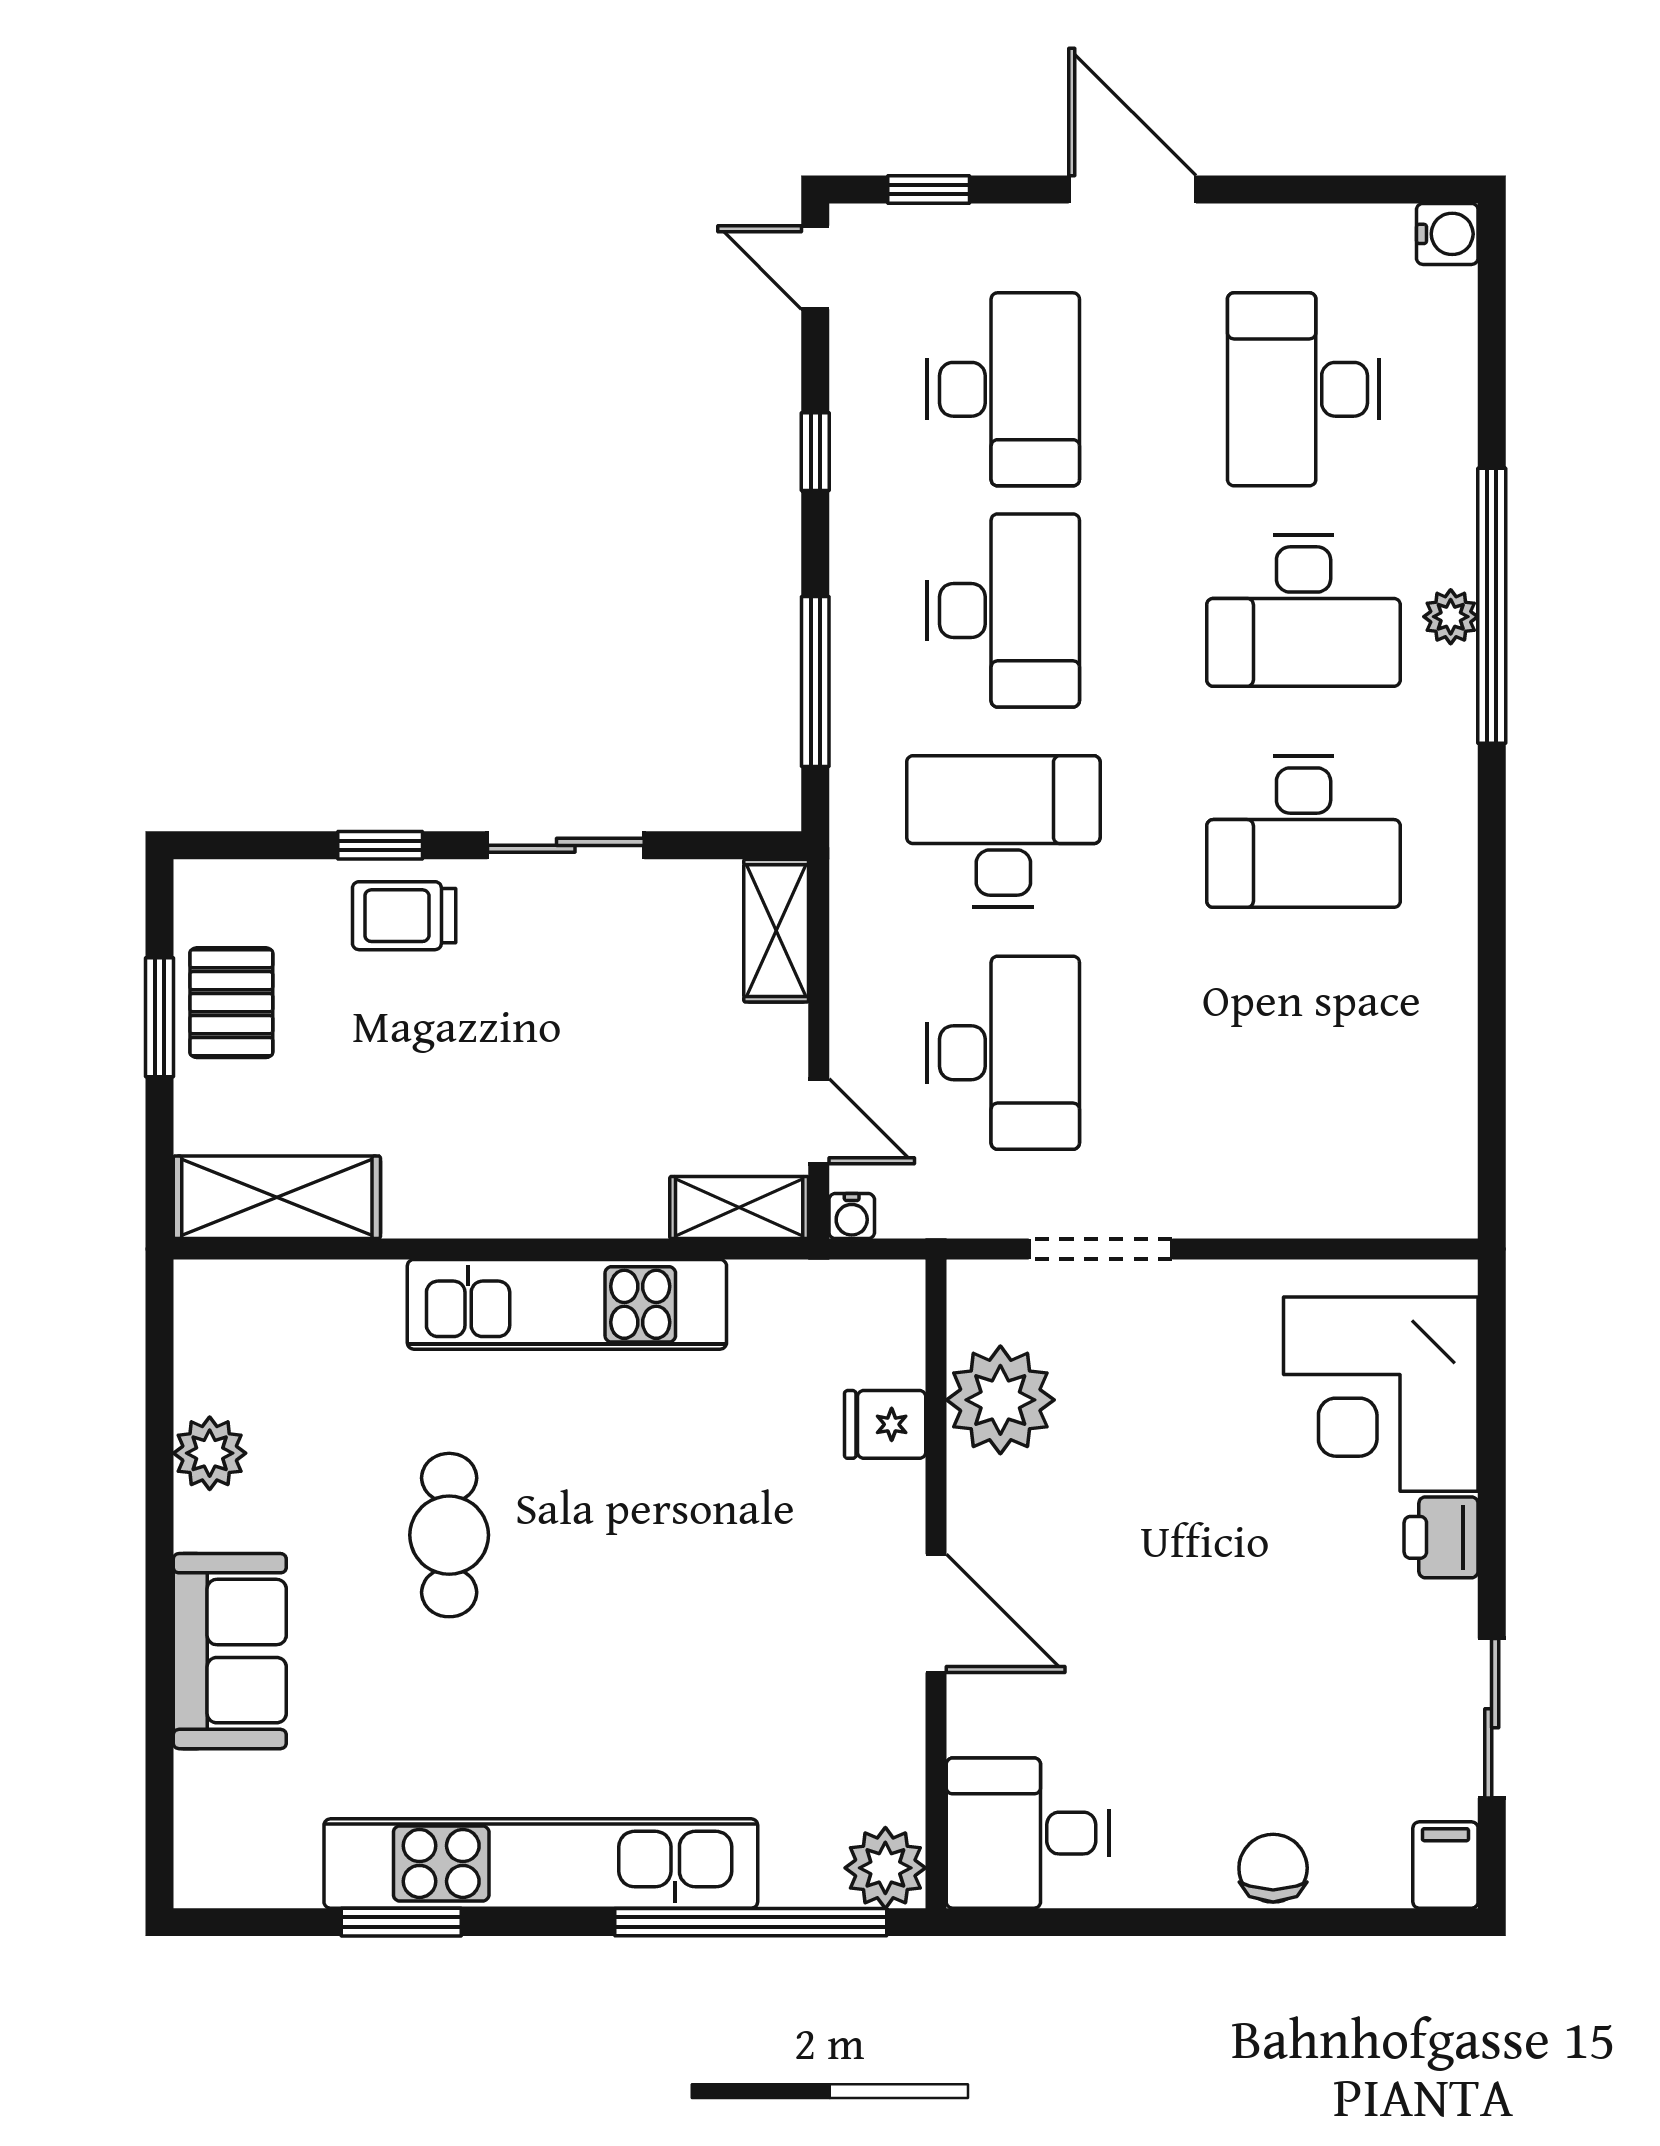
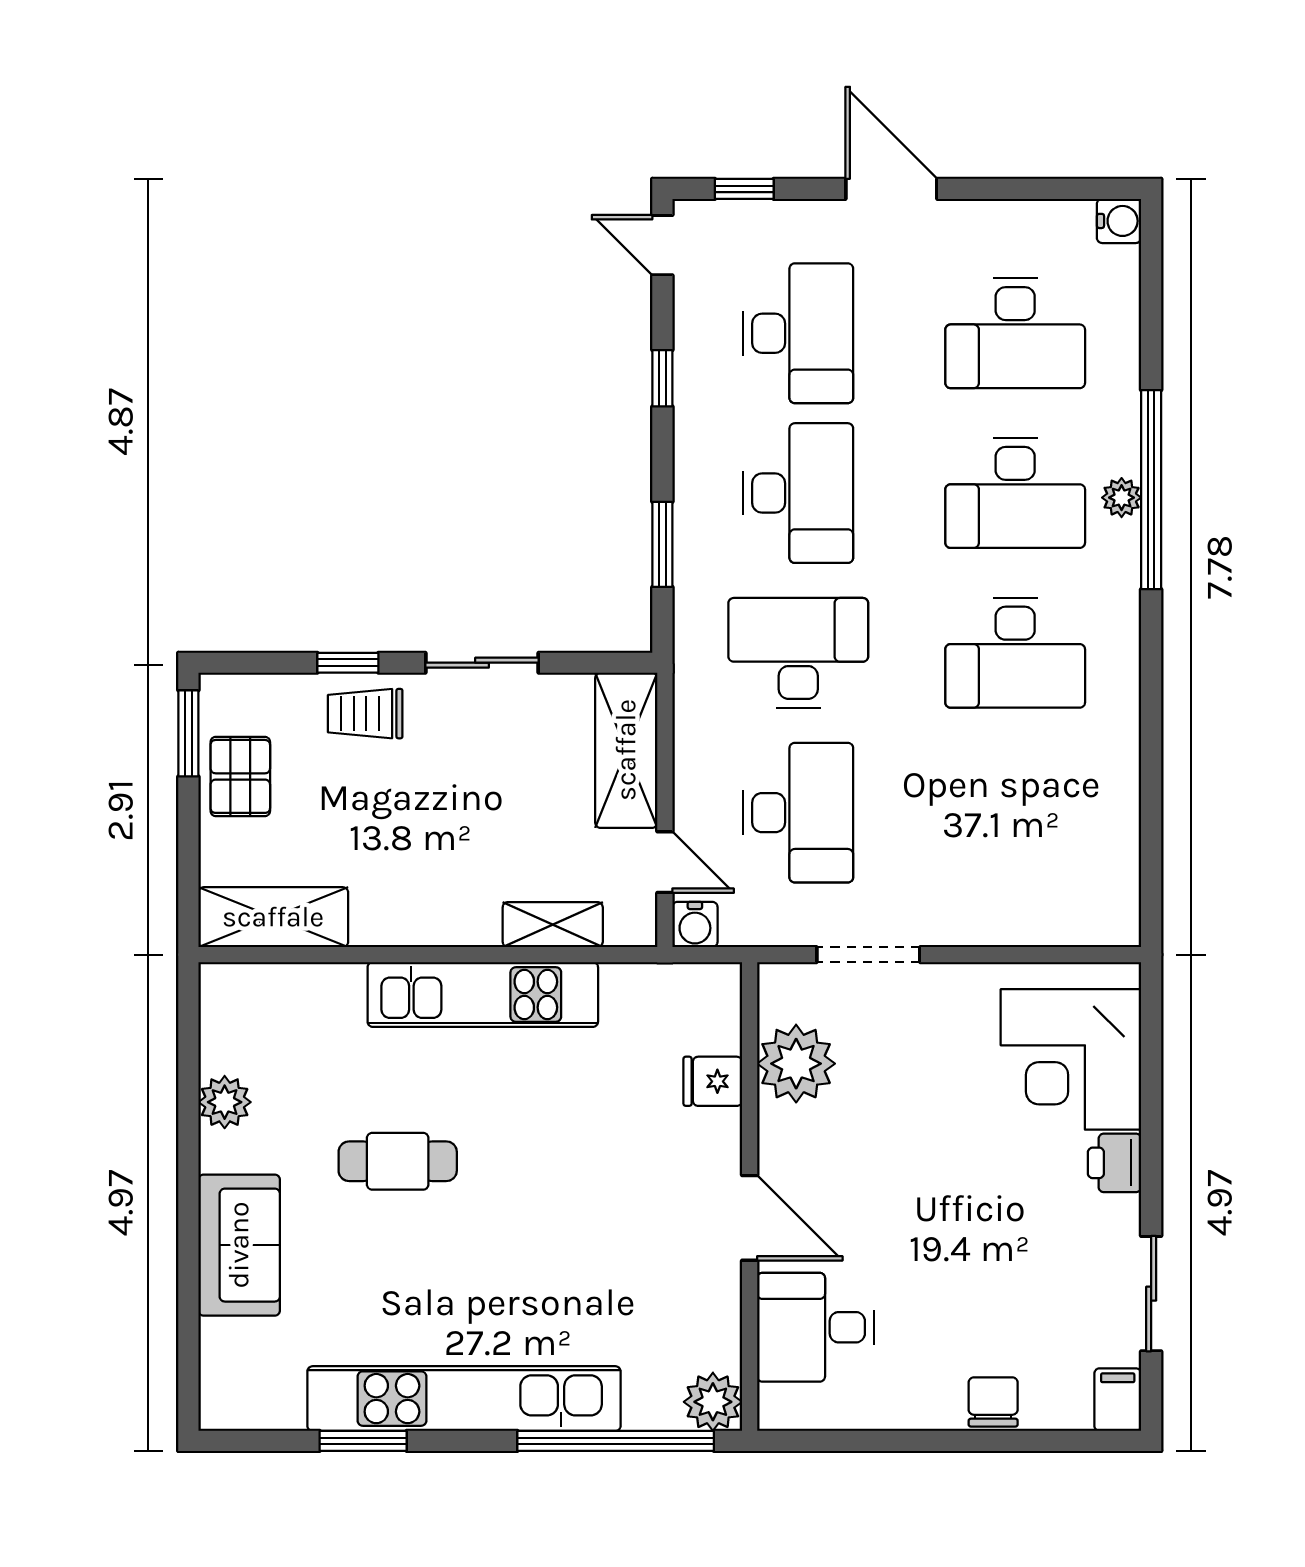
desk: (1304, 389) -> (1015, 333), turned -90
window: (815, 682) -> (662, 544), width x0.69
shelving: (776, 931) -> (626, 750), width x1.50, depth x1.33
window: (159, 1017) -> (188, 733), moved
shelving: (739, 1208) -> (553, 925), moved
water cooler: (852, 1216) -> (695, 924), width x1.38, depth x1.38
cafe table: (449, 1535) -> (398, 1161), turned 90
desk: (1027, 1833) -> (816, 1327), moved

